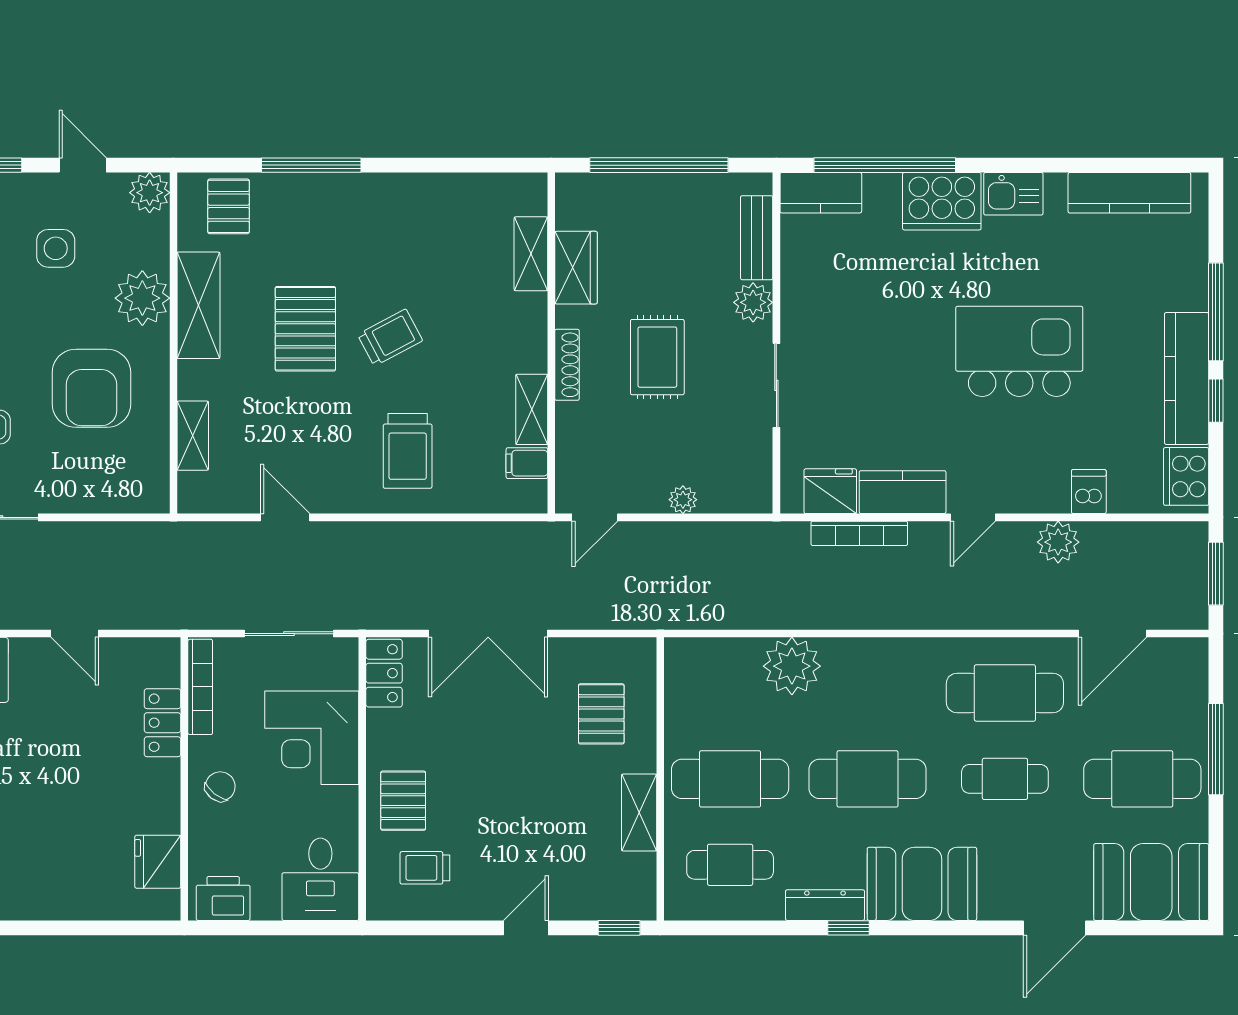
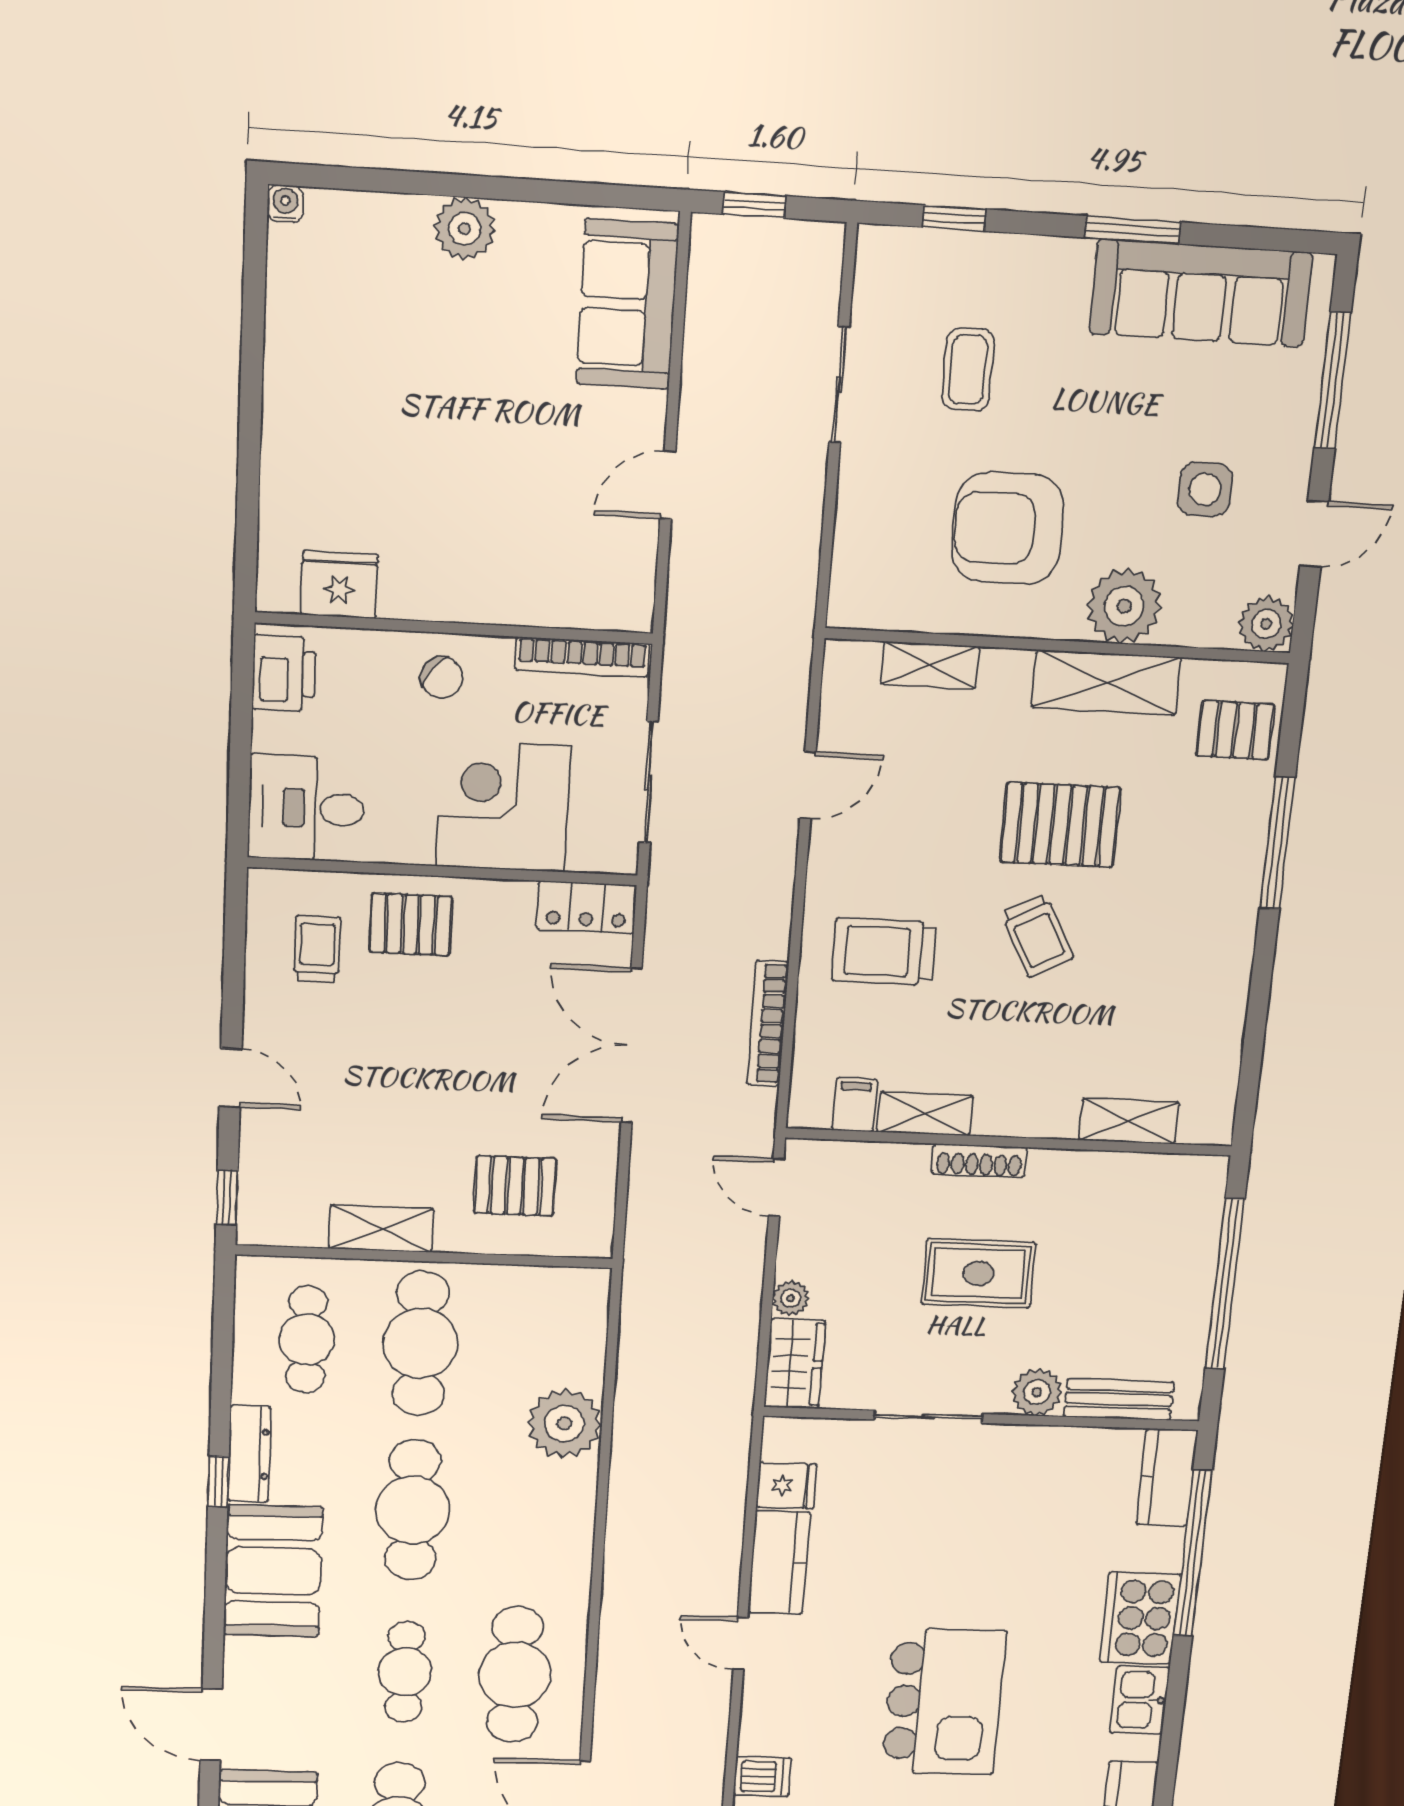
wardrobe: (576, 268) -> (795, 1364), moved, turned -90
fridge: (830, 491) -> (786, 1486), width x0.72
bookcase: (859, 533) -> (768, 1024), moved
plant: (1058, 542) -> (702, 1740), removed
locker: (162, 723) -> (535, 602), removed

